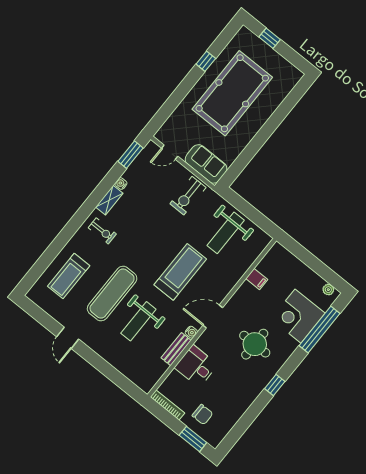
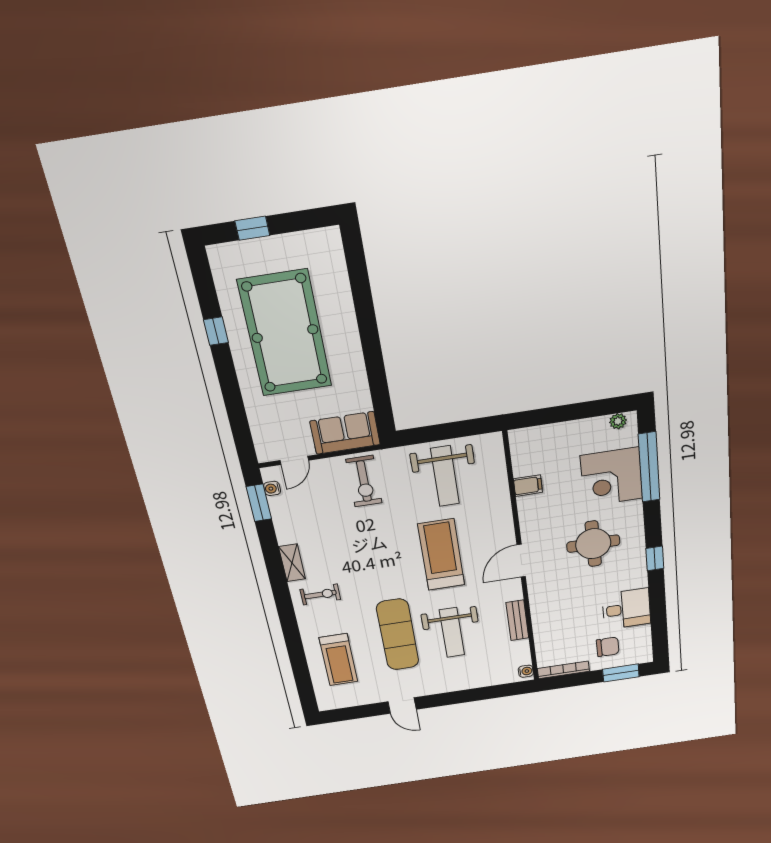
water cooler: (121, 184) -> (272, 488), moved
water cooler: (191, 332) -> (526, 671), moved
desk: (196, 366) -> (626, 609), moved, turned 180

